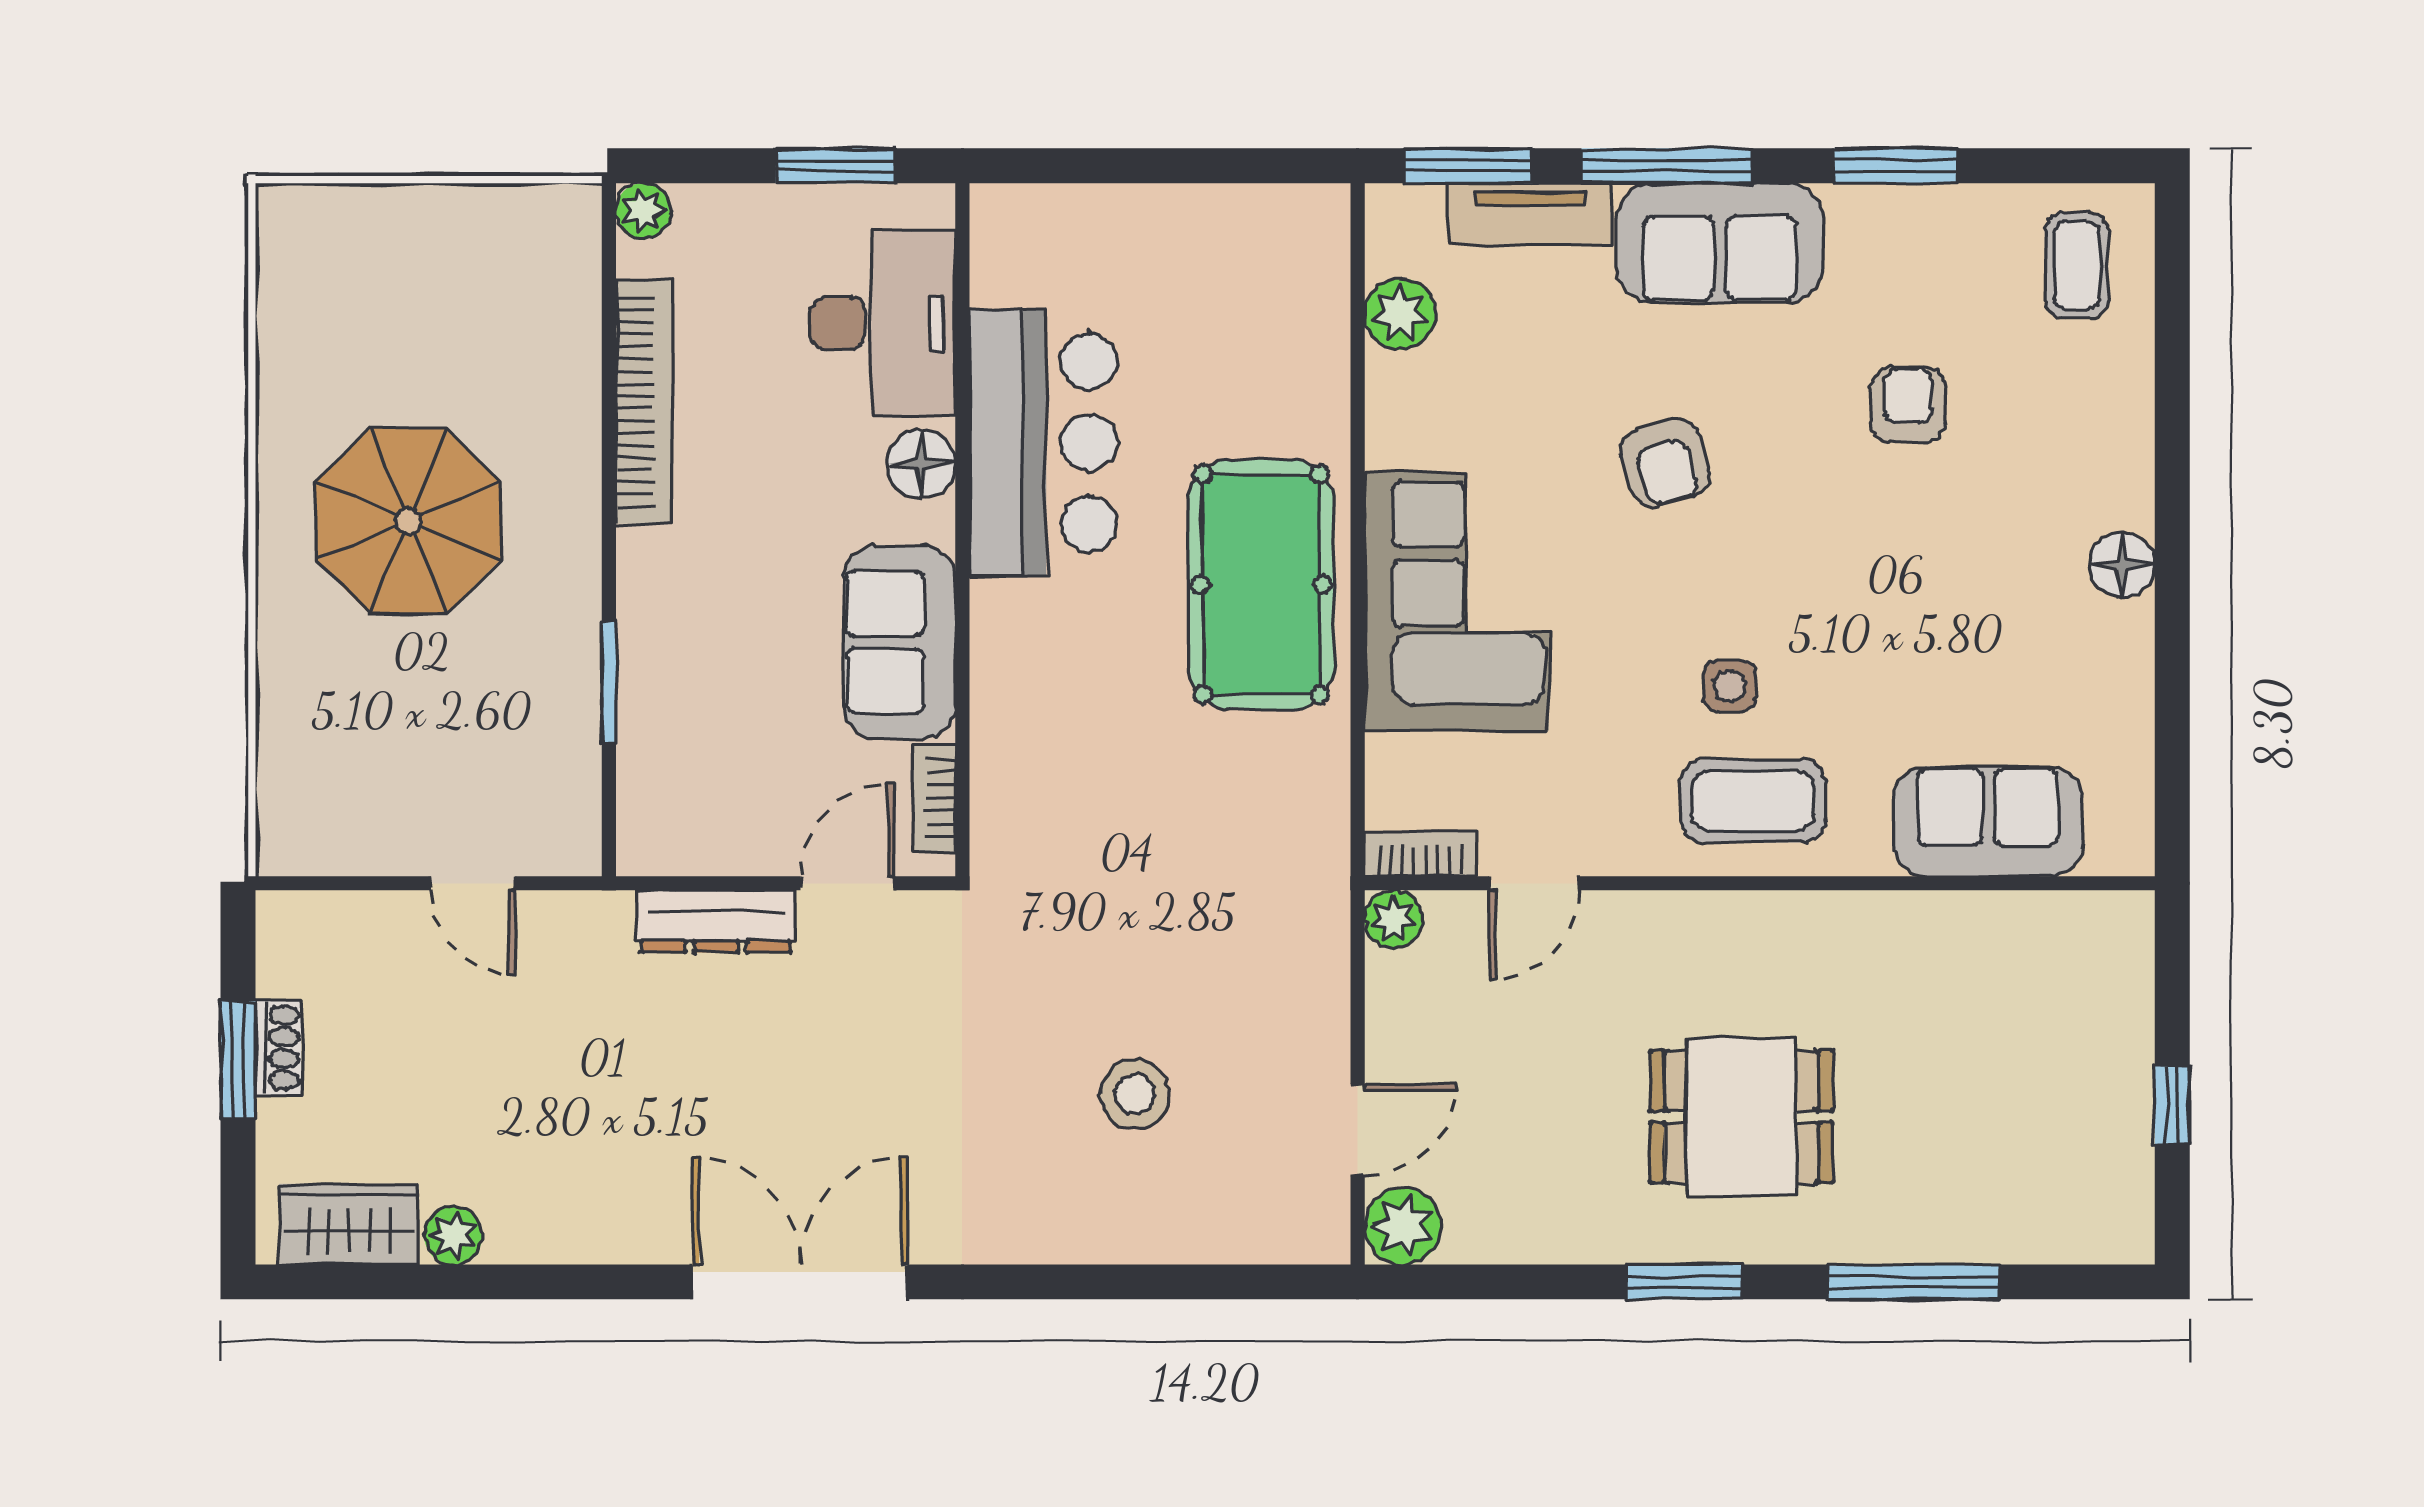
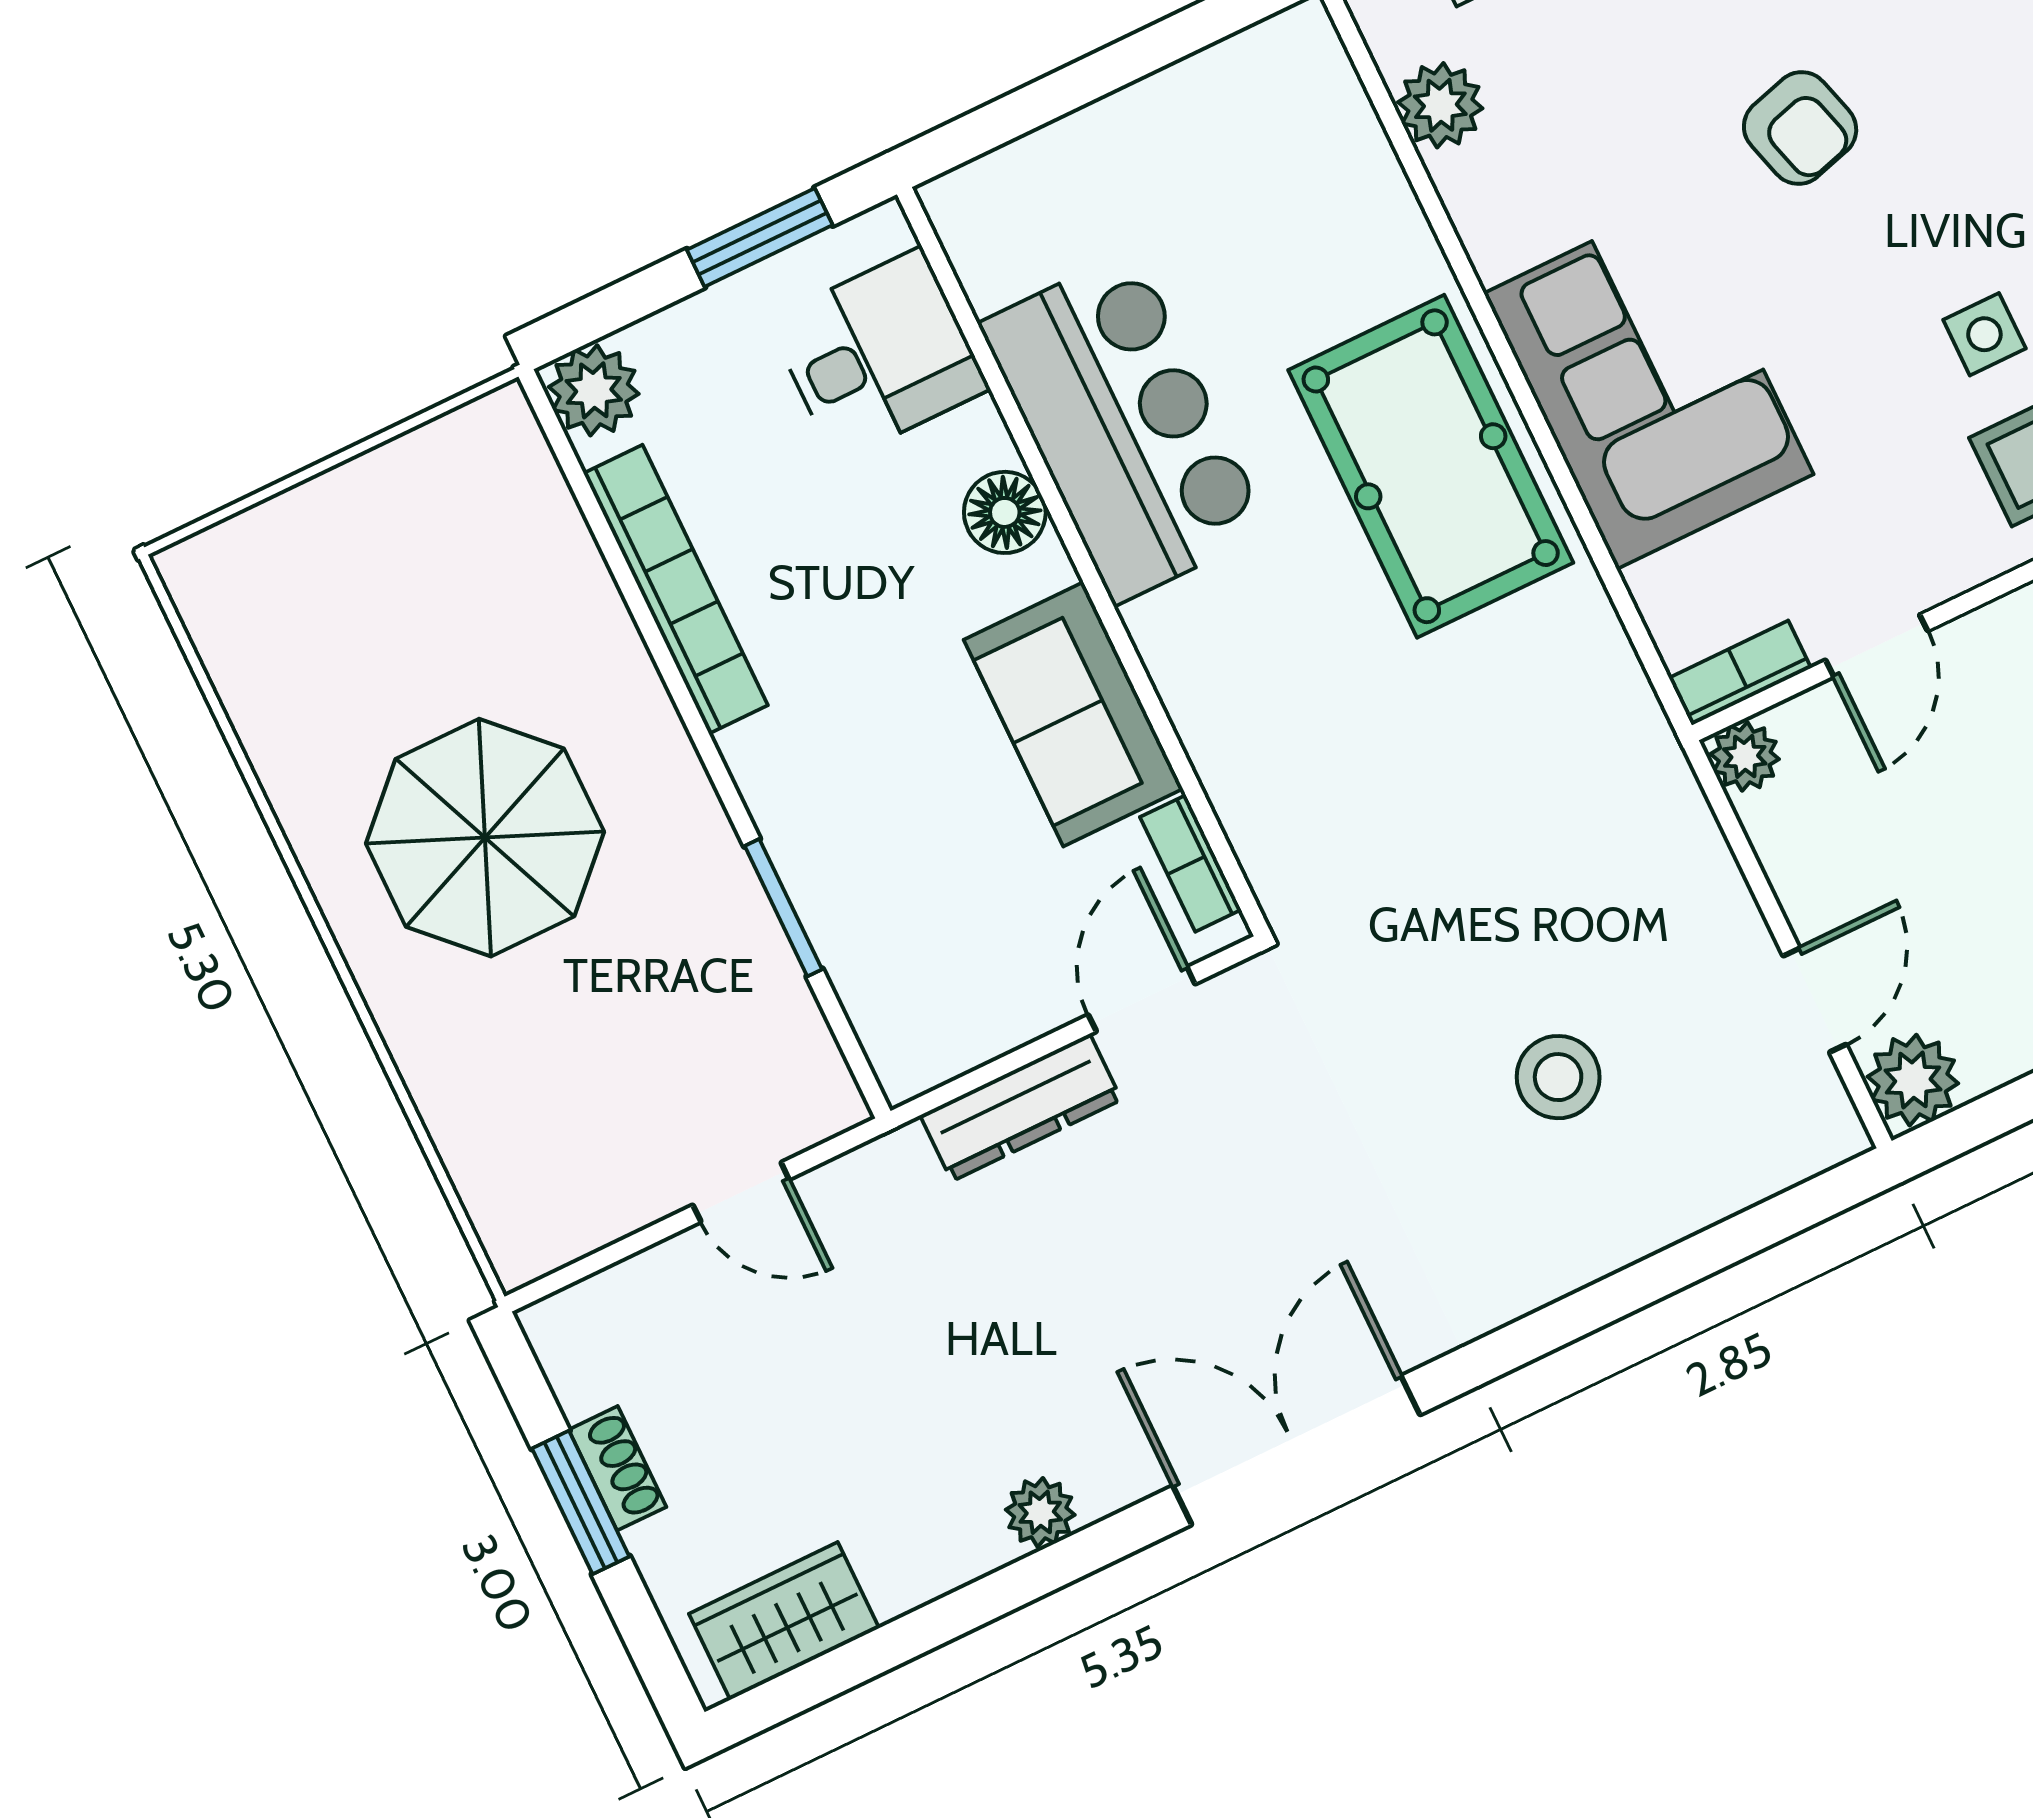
plant: (644, 211) -> (594, 390), width x1.38, depth x1.38
desk: (883, 323) -> (878, 355), width x0.73
plant: (453, 1235) -> (1040, 1512), moved

